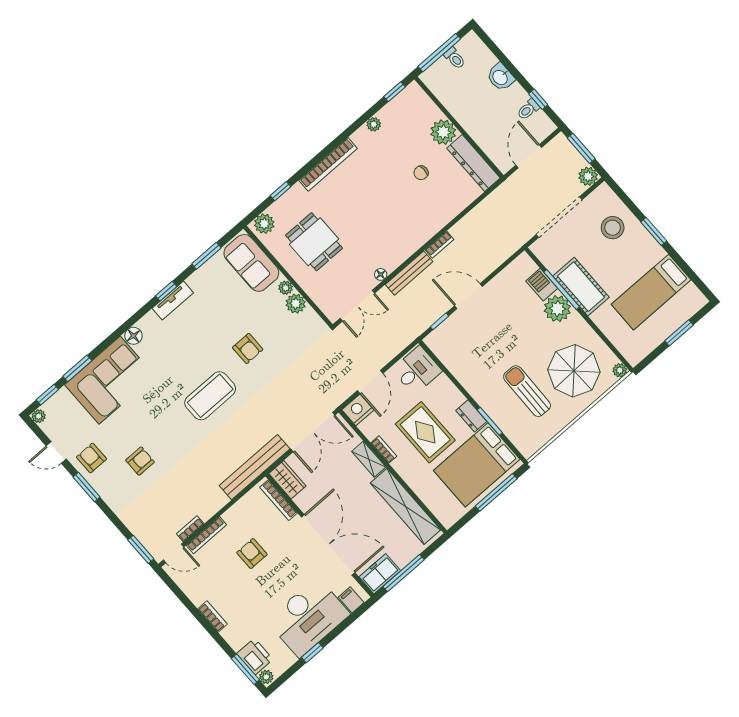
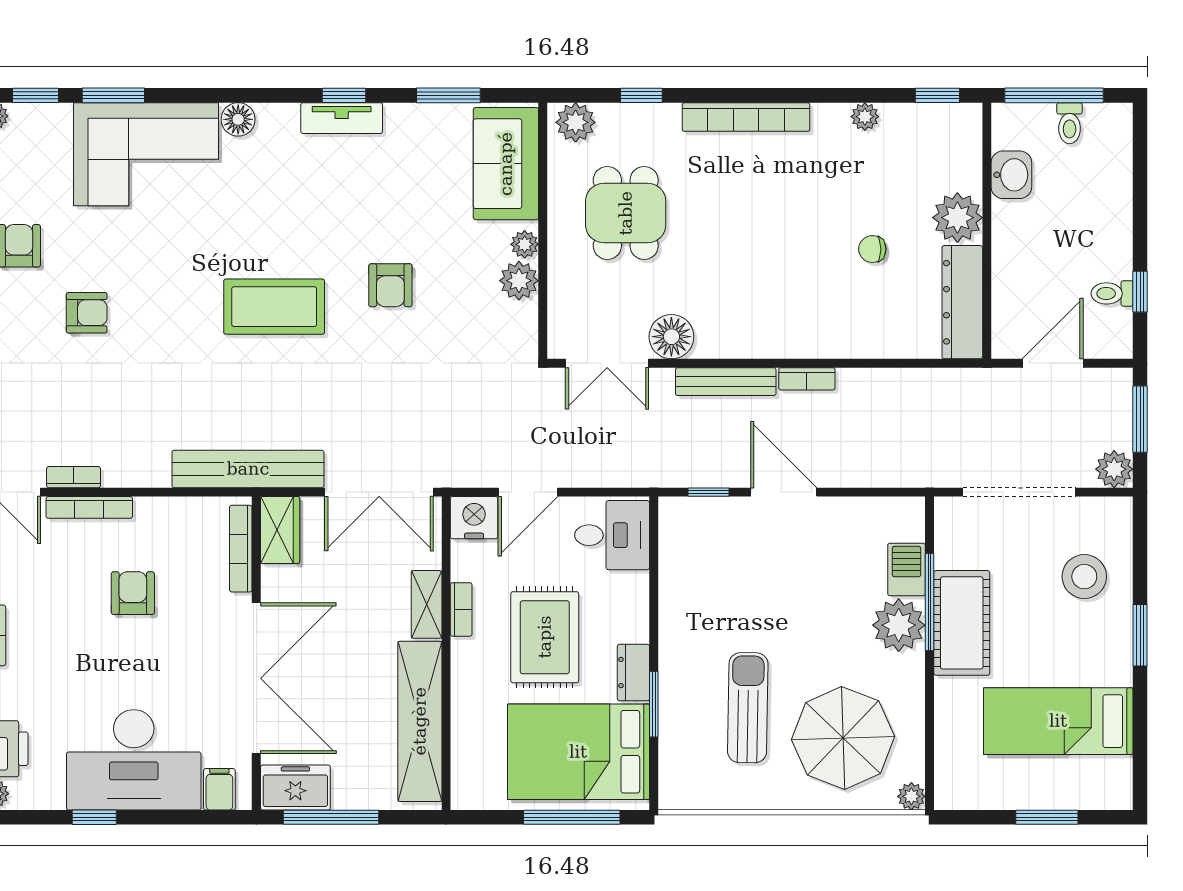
washbasin: (500, 77) -> (1011, 175), moved, turned 180
floor lamp: (381, 274) -> (671, 337), width x1.89, depth x1.89

